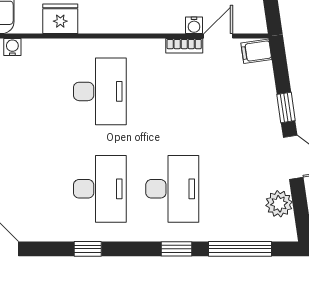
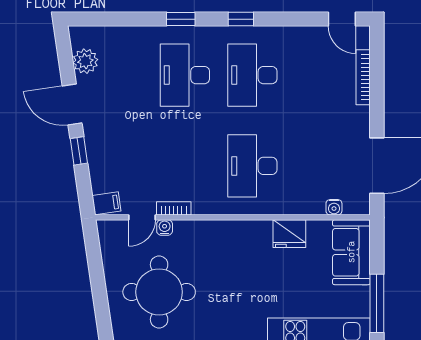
window: (88, 249) -> (241, 19), moved
window: (240, 249) -> (122, 19), removed

